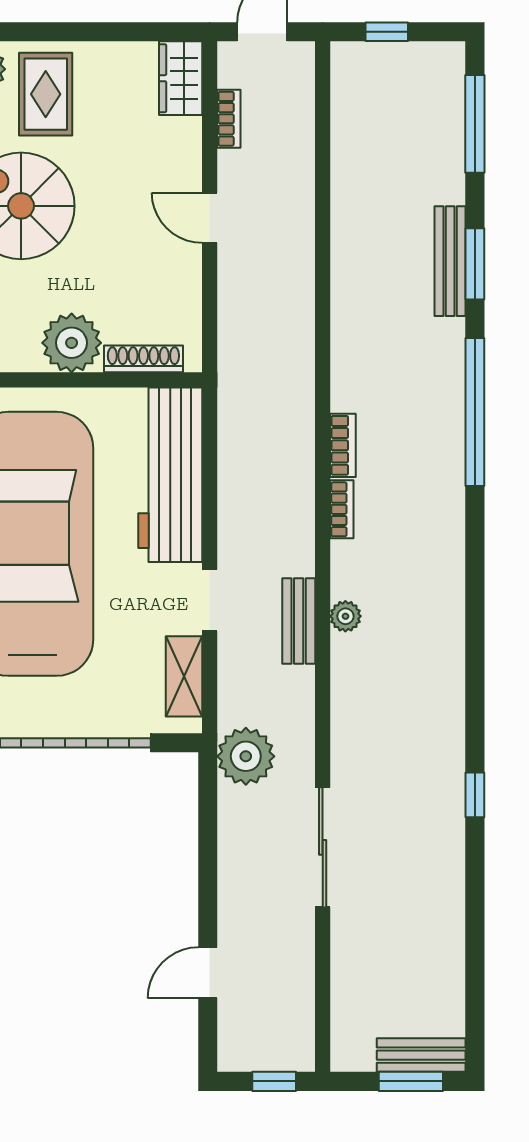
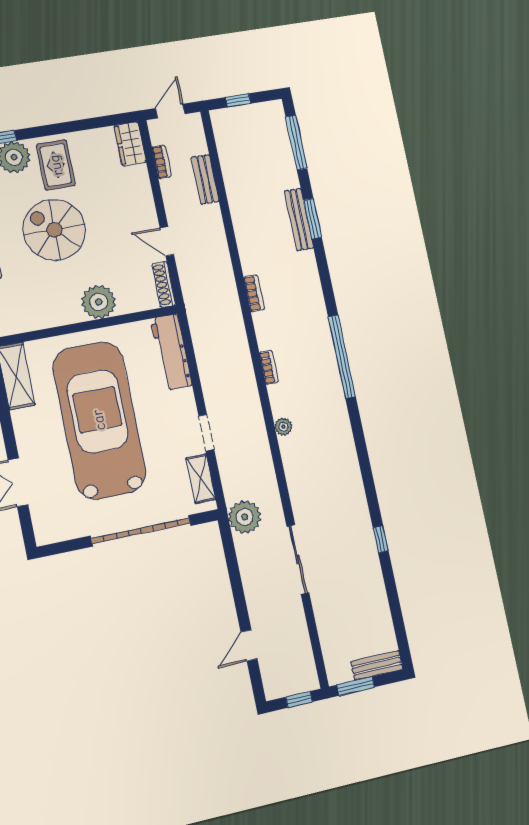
door: (210, 218) -> (167, 241), moved
shoe rack: (143, 359) -> (164, 284), moved, turned -90
window: (475, 412) -> (342, 357), moved
bookcase: (343, 445) -> (254, 293), moved
workbench: (170, 475) -> (171, 352), width x0.73, depth x0.76
bench: (299, 621) -> (205, 179), moved
window: (475, 795) -> (381, 539), moved
window: (411, 1081) -> (356, 686), moved

